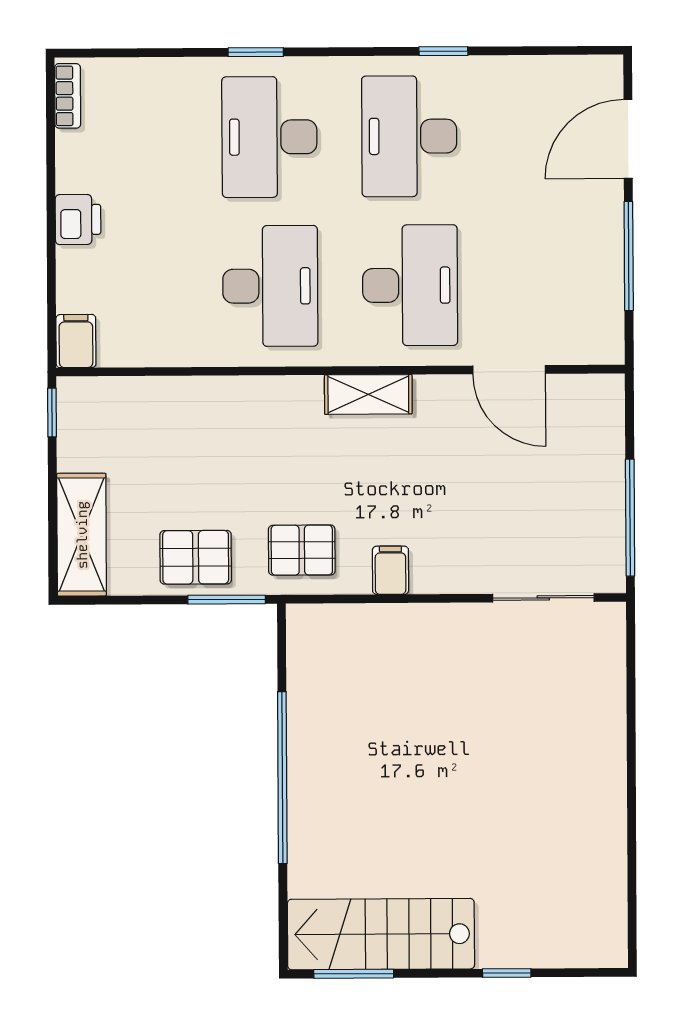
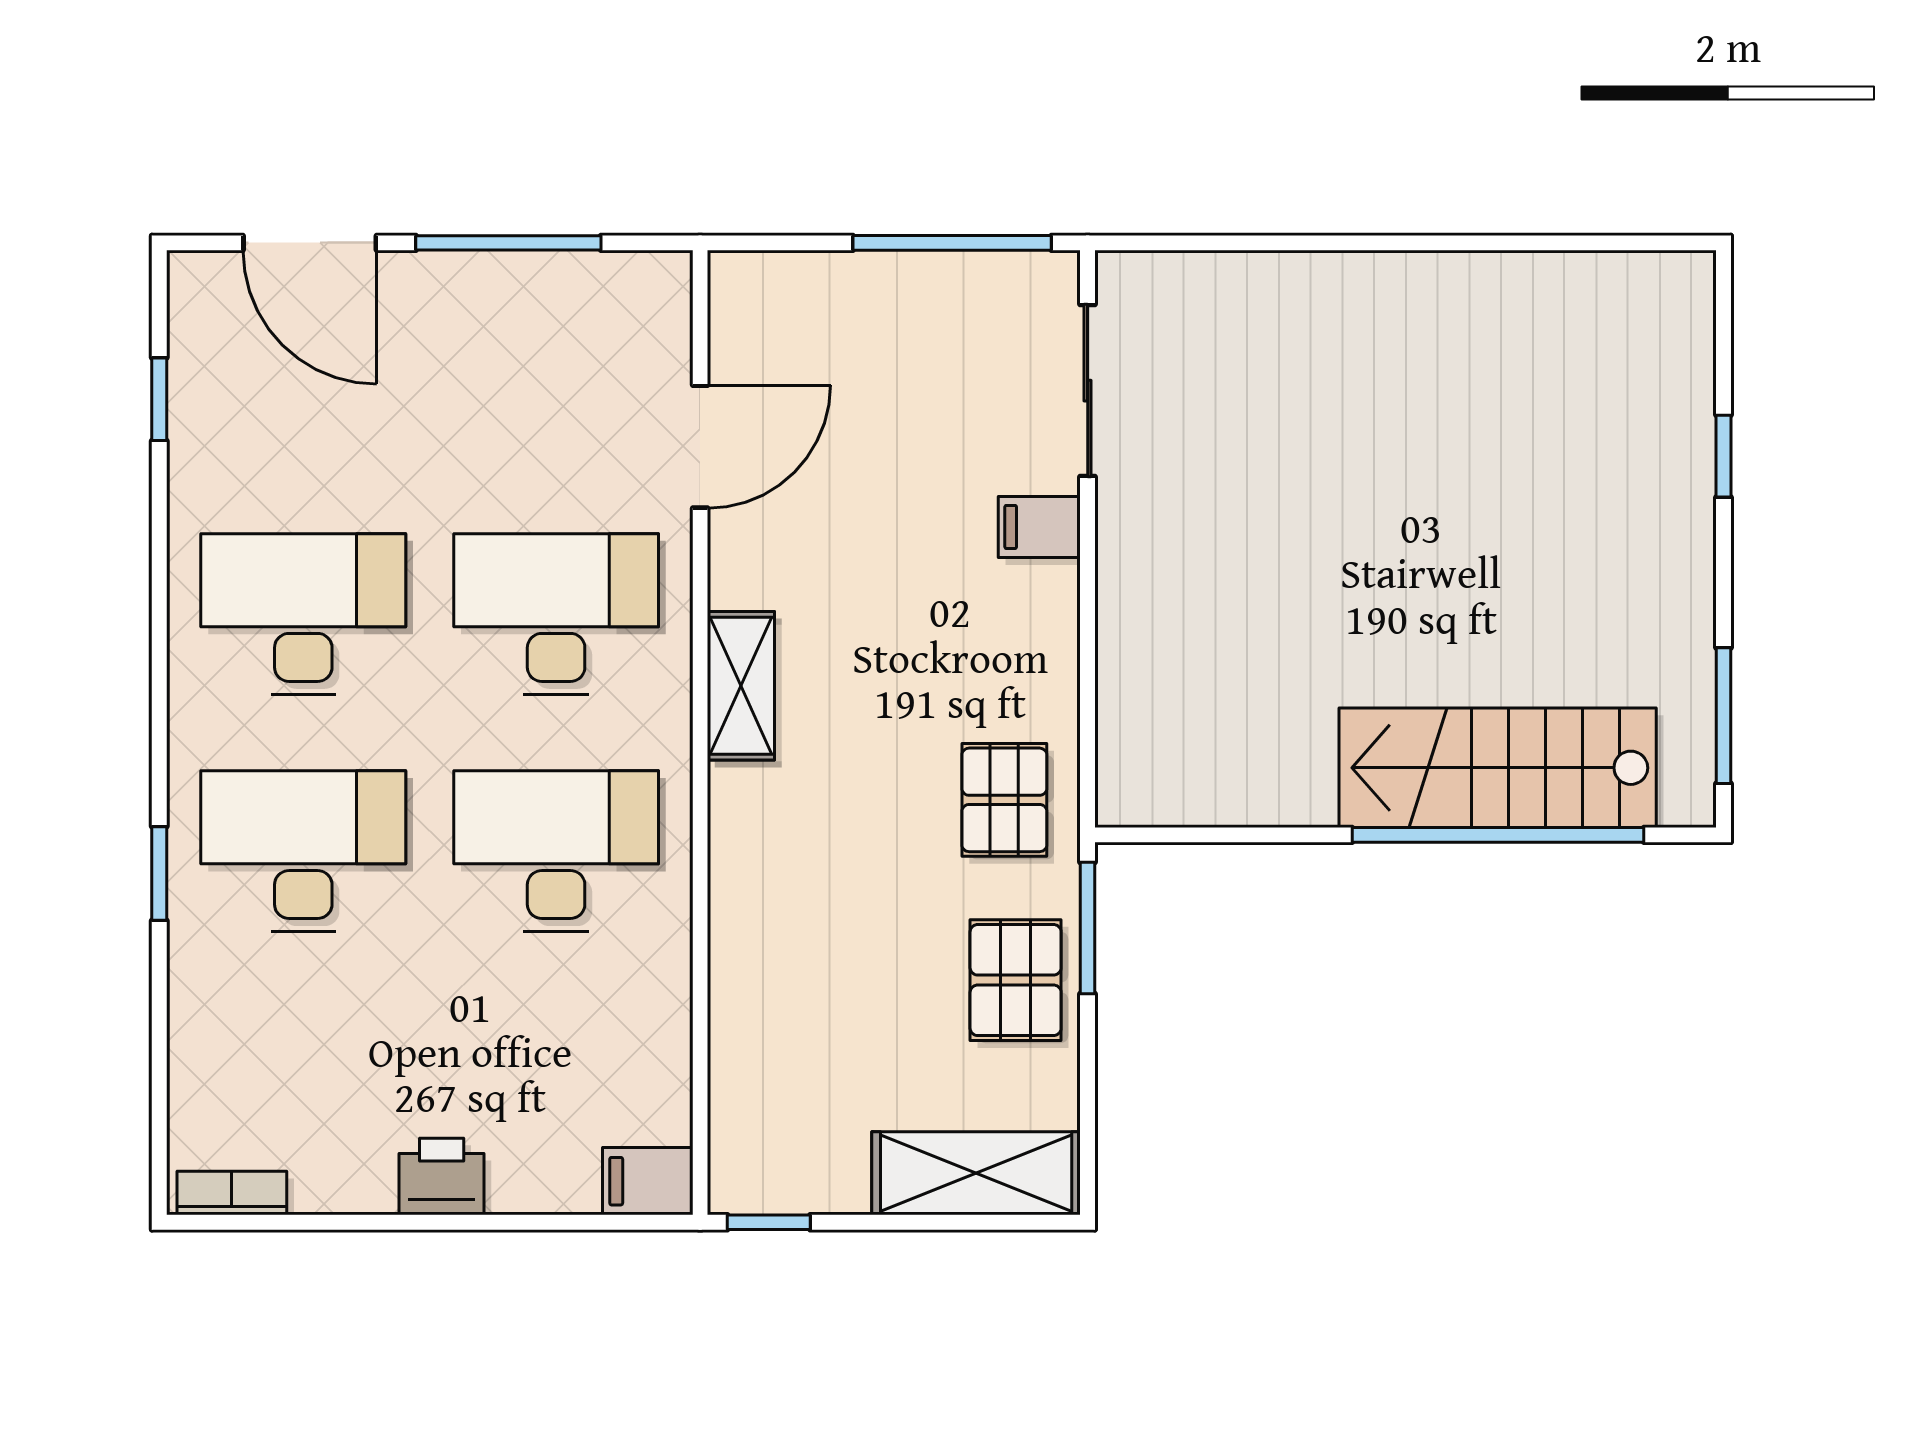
window: (443, 51) -> (159, 399), moved
desk: (409, 136) -> (303, 614), turned 180
desk: (269, 137) -> (303, 851), turned 180
filing cabinet: (391, 570) -> (1039, 527), moved
window: (282, 778) -> (1498, 835), moved
stairs: (381, 934) -> (1498, 768), moved, turned 90

